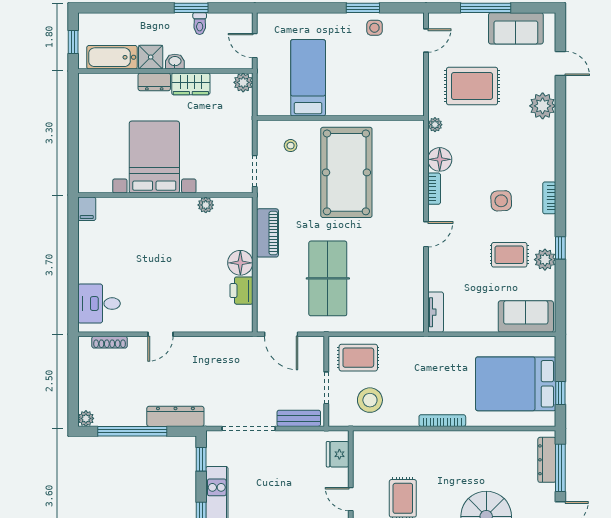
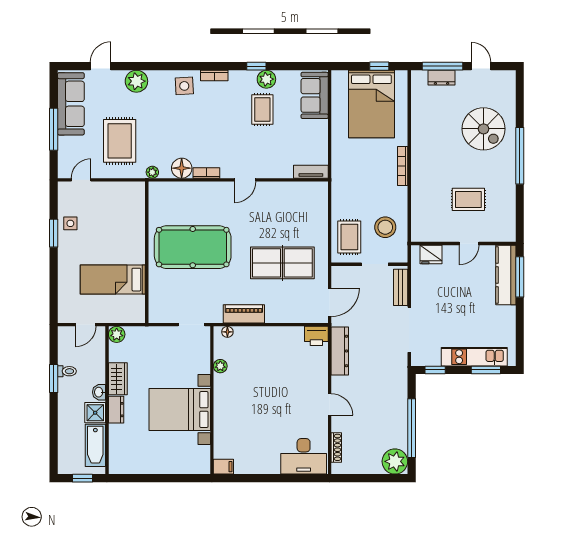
sofa: (516, 28) -> (71, 104), width x1.36
door: (426, 40) -> (81, 180), hinge flipped
stool: (291, 146) -> (170, 294), removed
side table: (501, 201) -> (184, 86), moved
door: (426, 234) -> (245, 180), swing flipped
floor lamp: (240, 263) -> (227, 332), moved, width x0.53, depth x0.53
printer: (241, 291) -> (316, 336), moved
desk: (99, 304) -> (304, 456), width x1.37
dresser: (175, 416) -> (340, 351), moved, turned 180
plant: (86, 418) -> (395, 461), width x1.87, depth x1.87
dresser: (547, 460) -> (442, 78), width x0.70

